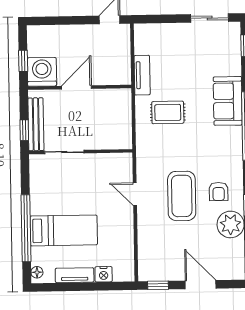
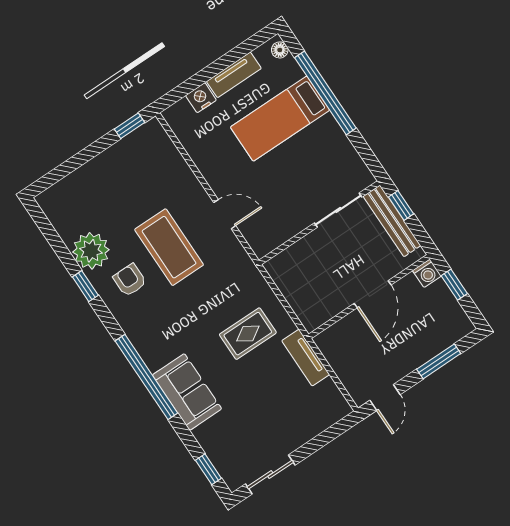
window: (63, 21) -> (439, 361), added
washing machine: (42, 72) -> (427, 273), width x0.53, depth x0.53
door: (201, 285) -> (81, 159), removed

